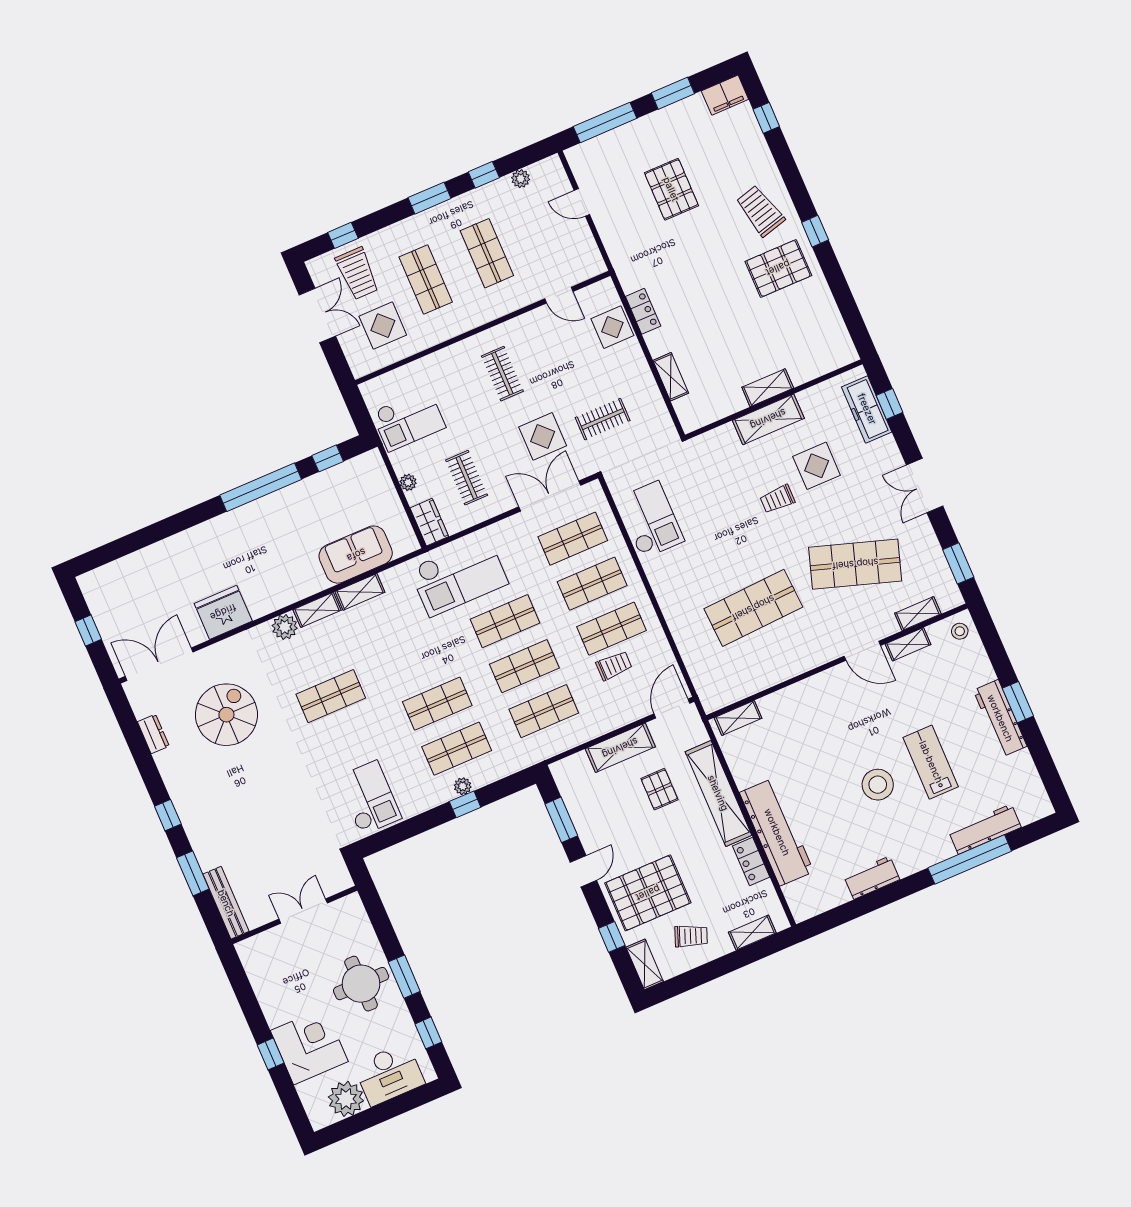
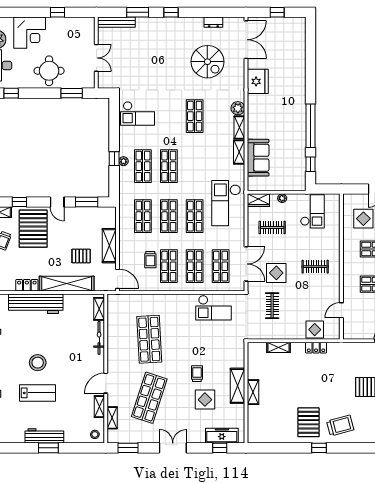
checkout: (409, 420) -> (312, 211), turned 180
bicycle: (789, 696) -> (99, 338), added
window: (404, 977) -> (72, 93), moved
window: (271, 1054) -> (57, 12), moved

